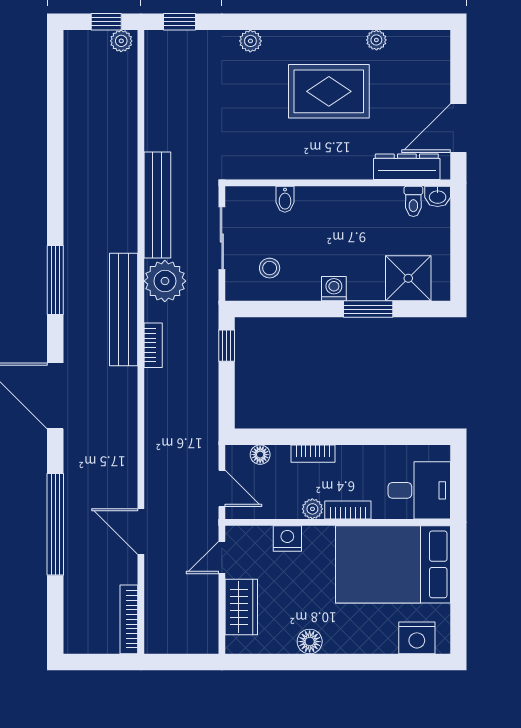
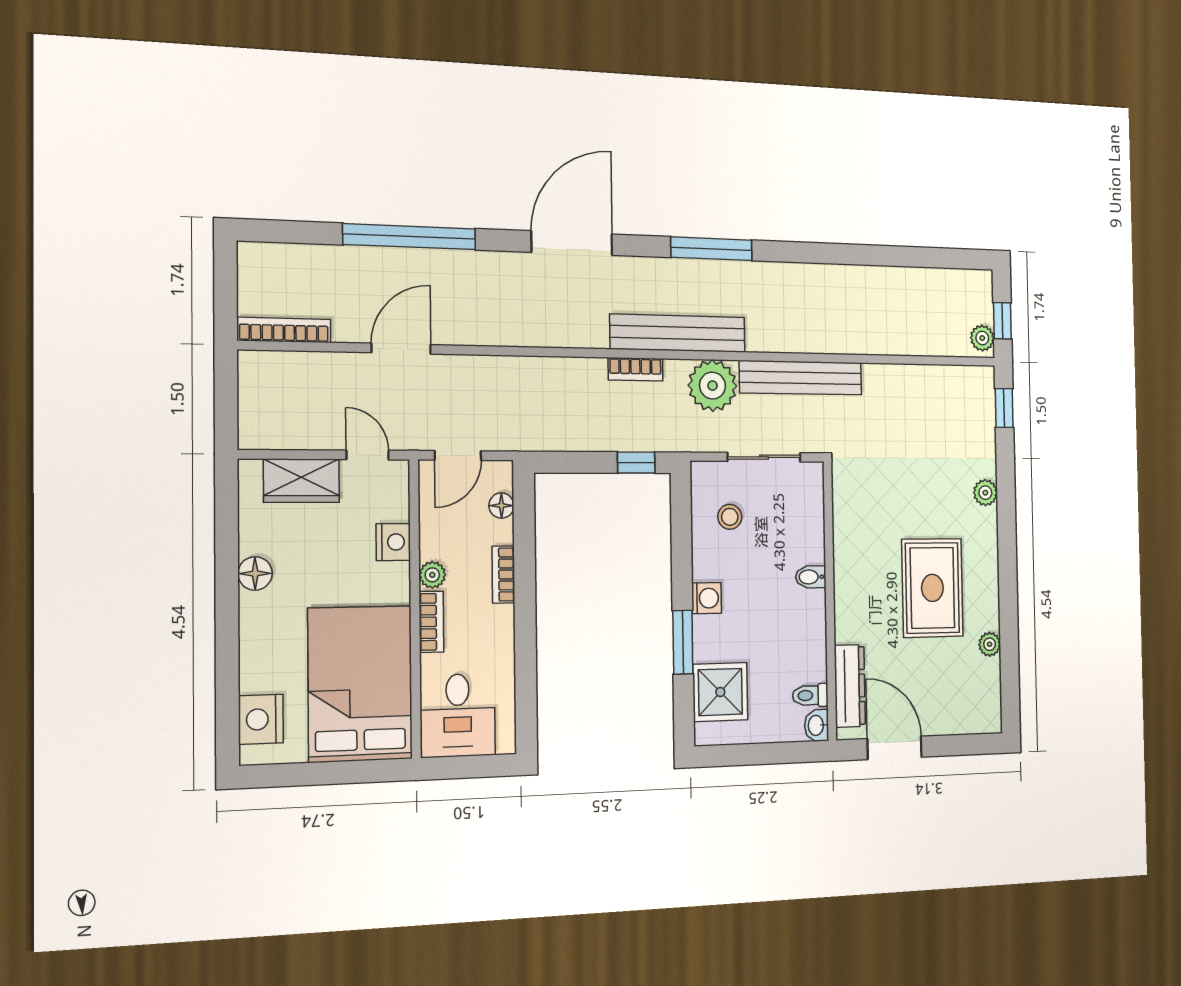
bidet: (285, 199) -> (811, 577), moved

